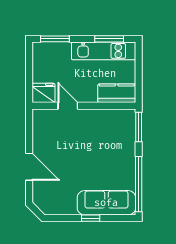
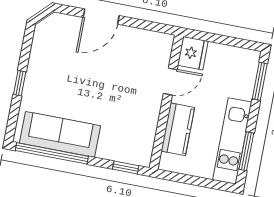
kitchen counter: (117, 93) -> (178, 129), moved
window: (139, 127) -> (126, 167), width x0.67
sofa: (106, 203) -> (60, 134), moved, turned -90

